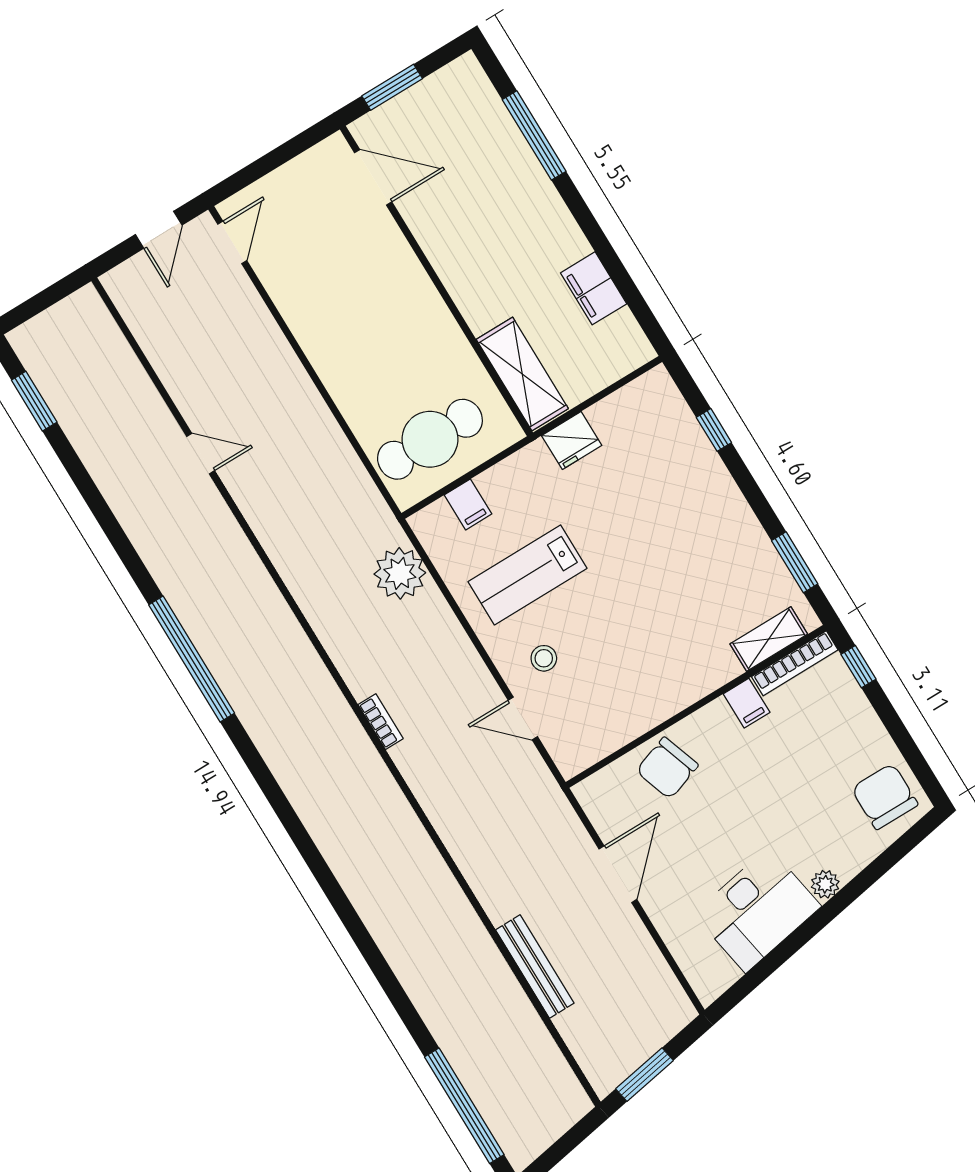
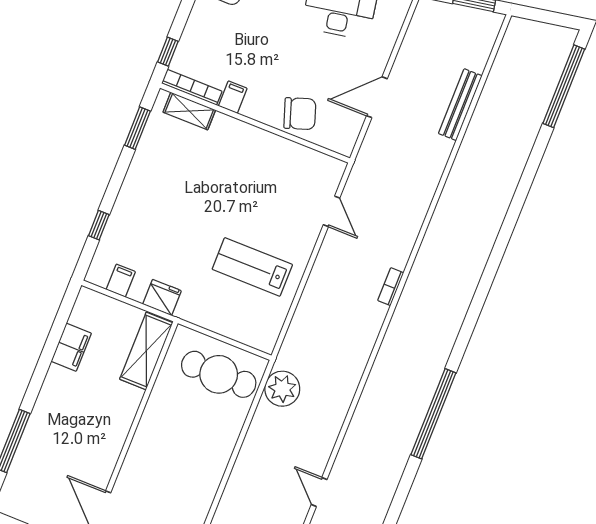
filing cabinet: (468, 504) -> (121, 281), moved
plant: (400, 573) -> (282, 389), moved
lab bench: (527, 575) -> (252, 267), turned 180
stool: (544, 658) -> (291, 224), removed

